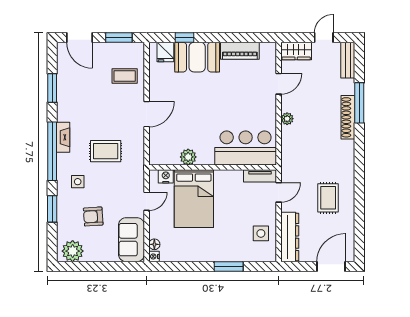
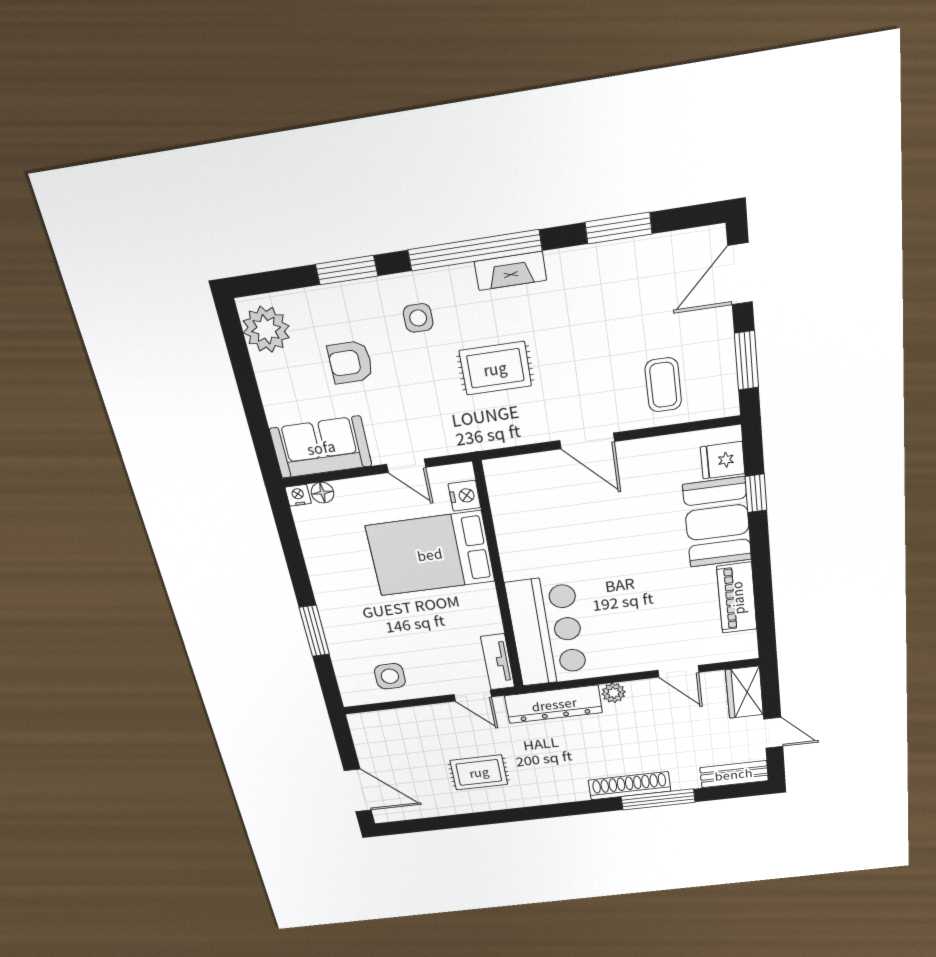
rug: (106, 151) -> (495, 368), turned 90
plant: (188, 157) -> (512, 532), removed
armchair: (93, 217) -> (350, 362), turned -86
dresser: (290, 237) -> (554, 704), moved

